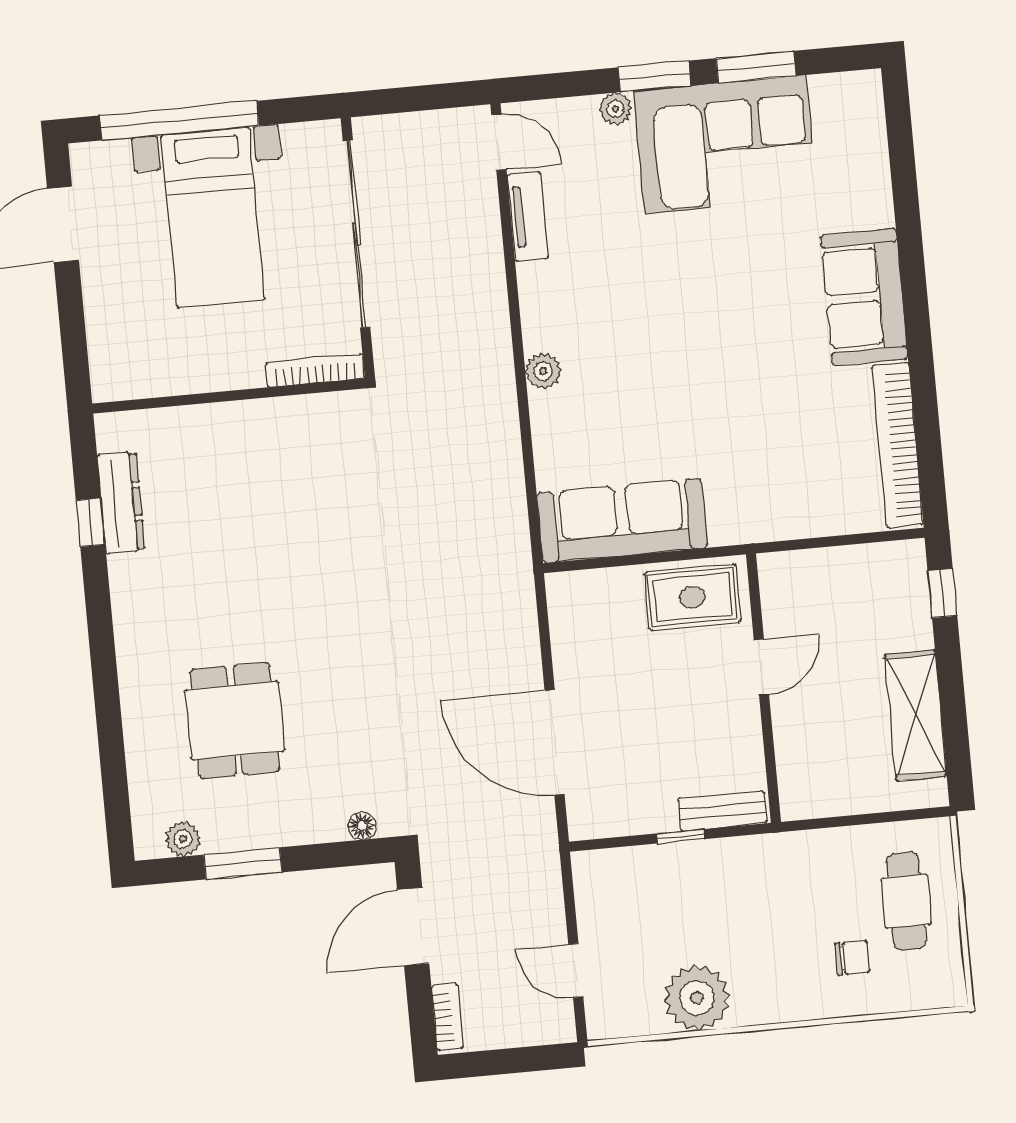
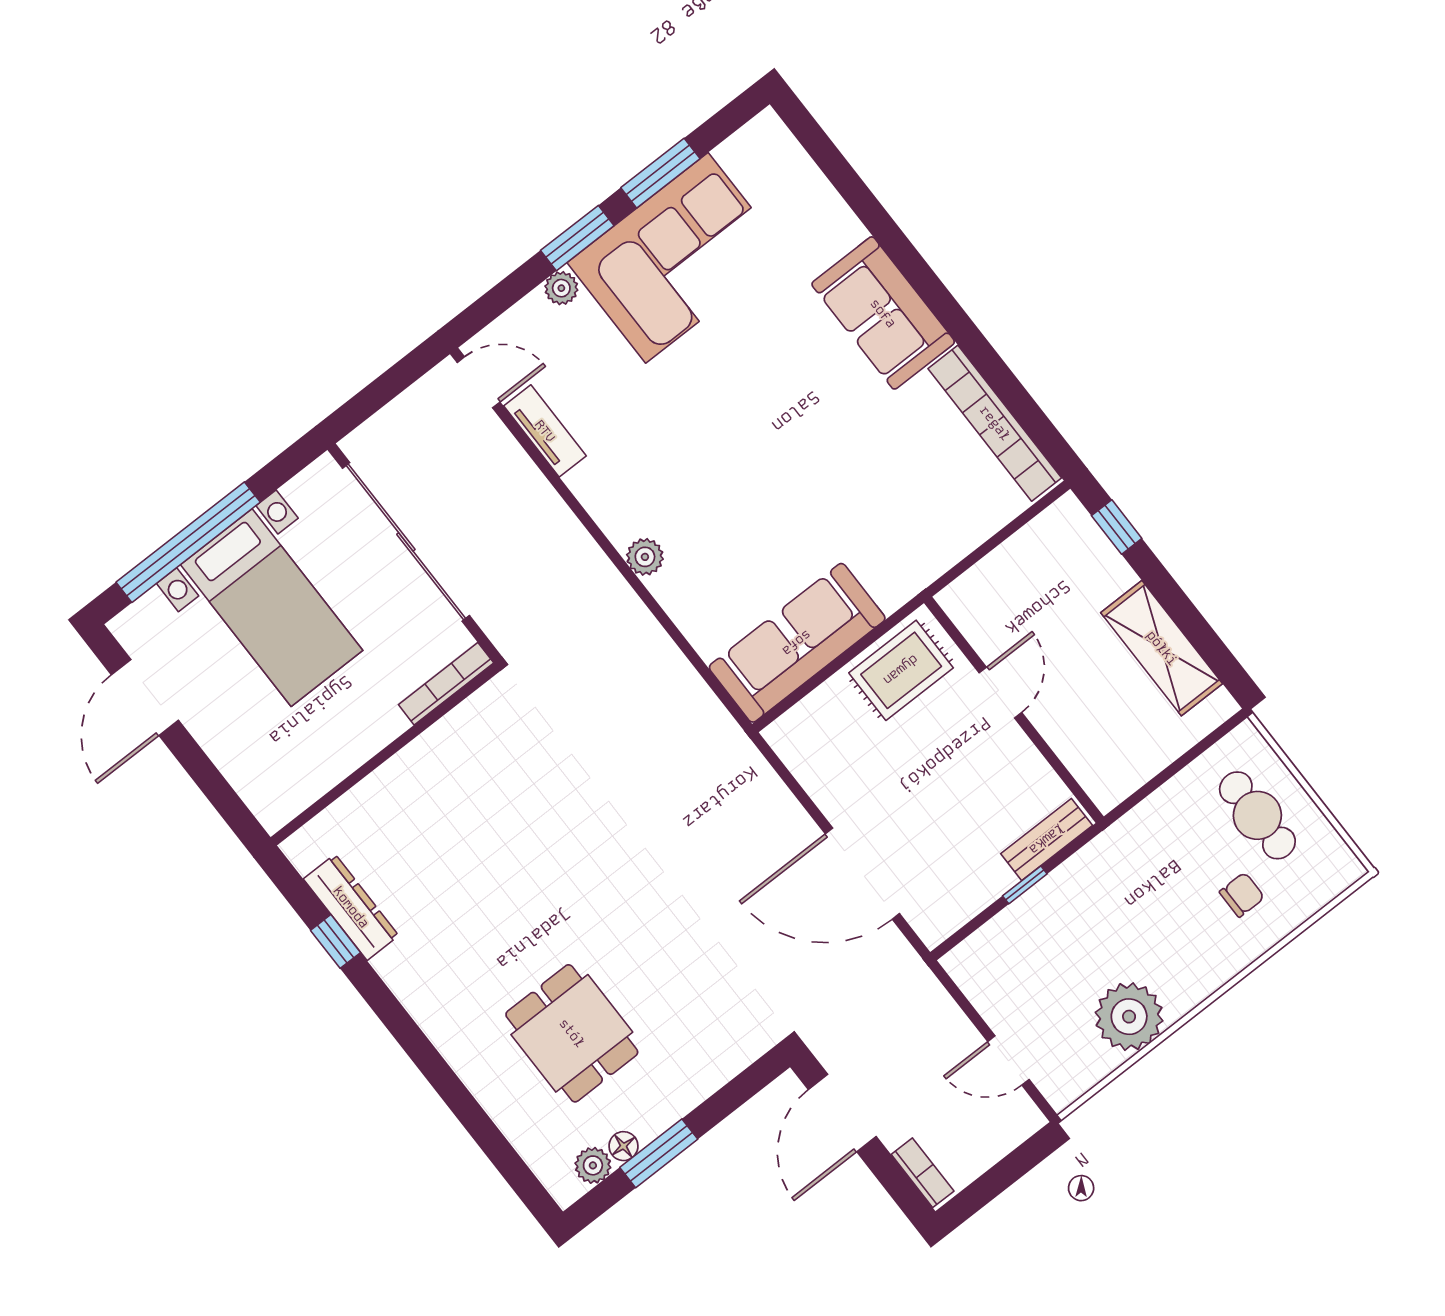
floor lamp: (362, 826) -> (623, 1146), moved

